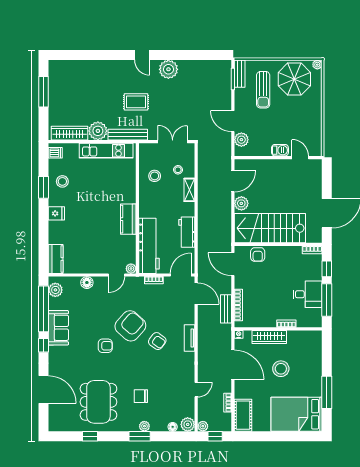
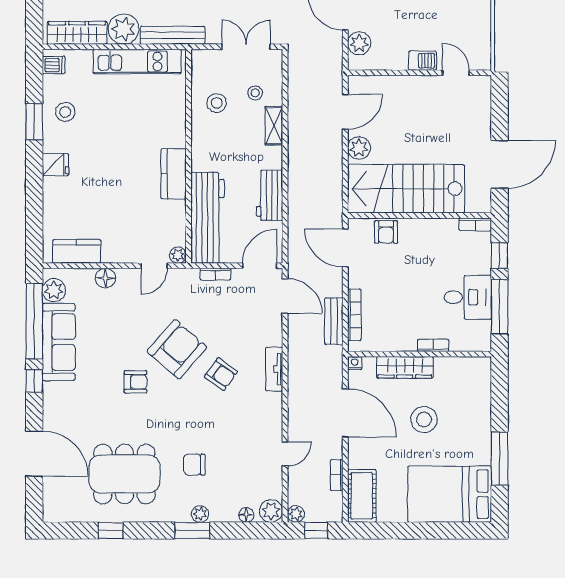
kitchen counter: (56, 259) -> (77, 251), moved, turned -90
sofa: (58, 328) -> (59, 342), width x1.36
dining table: (98, 402) -> (124, 474), turned 90

